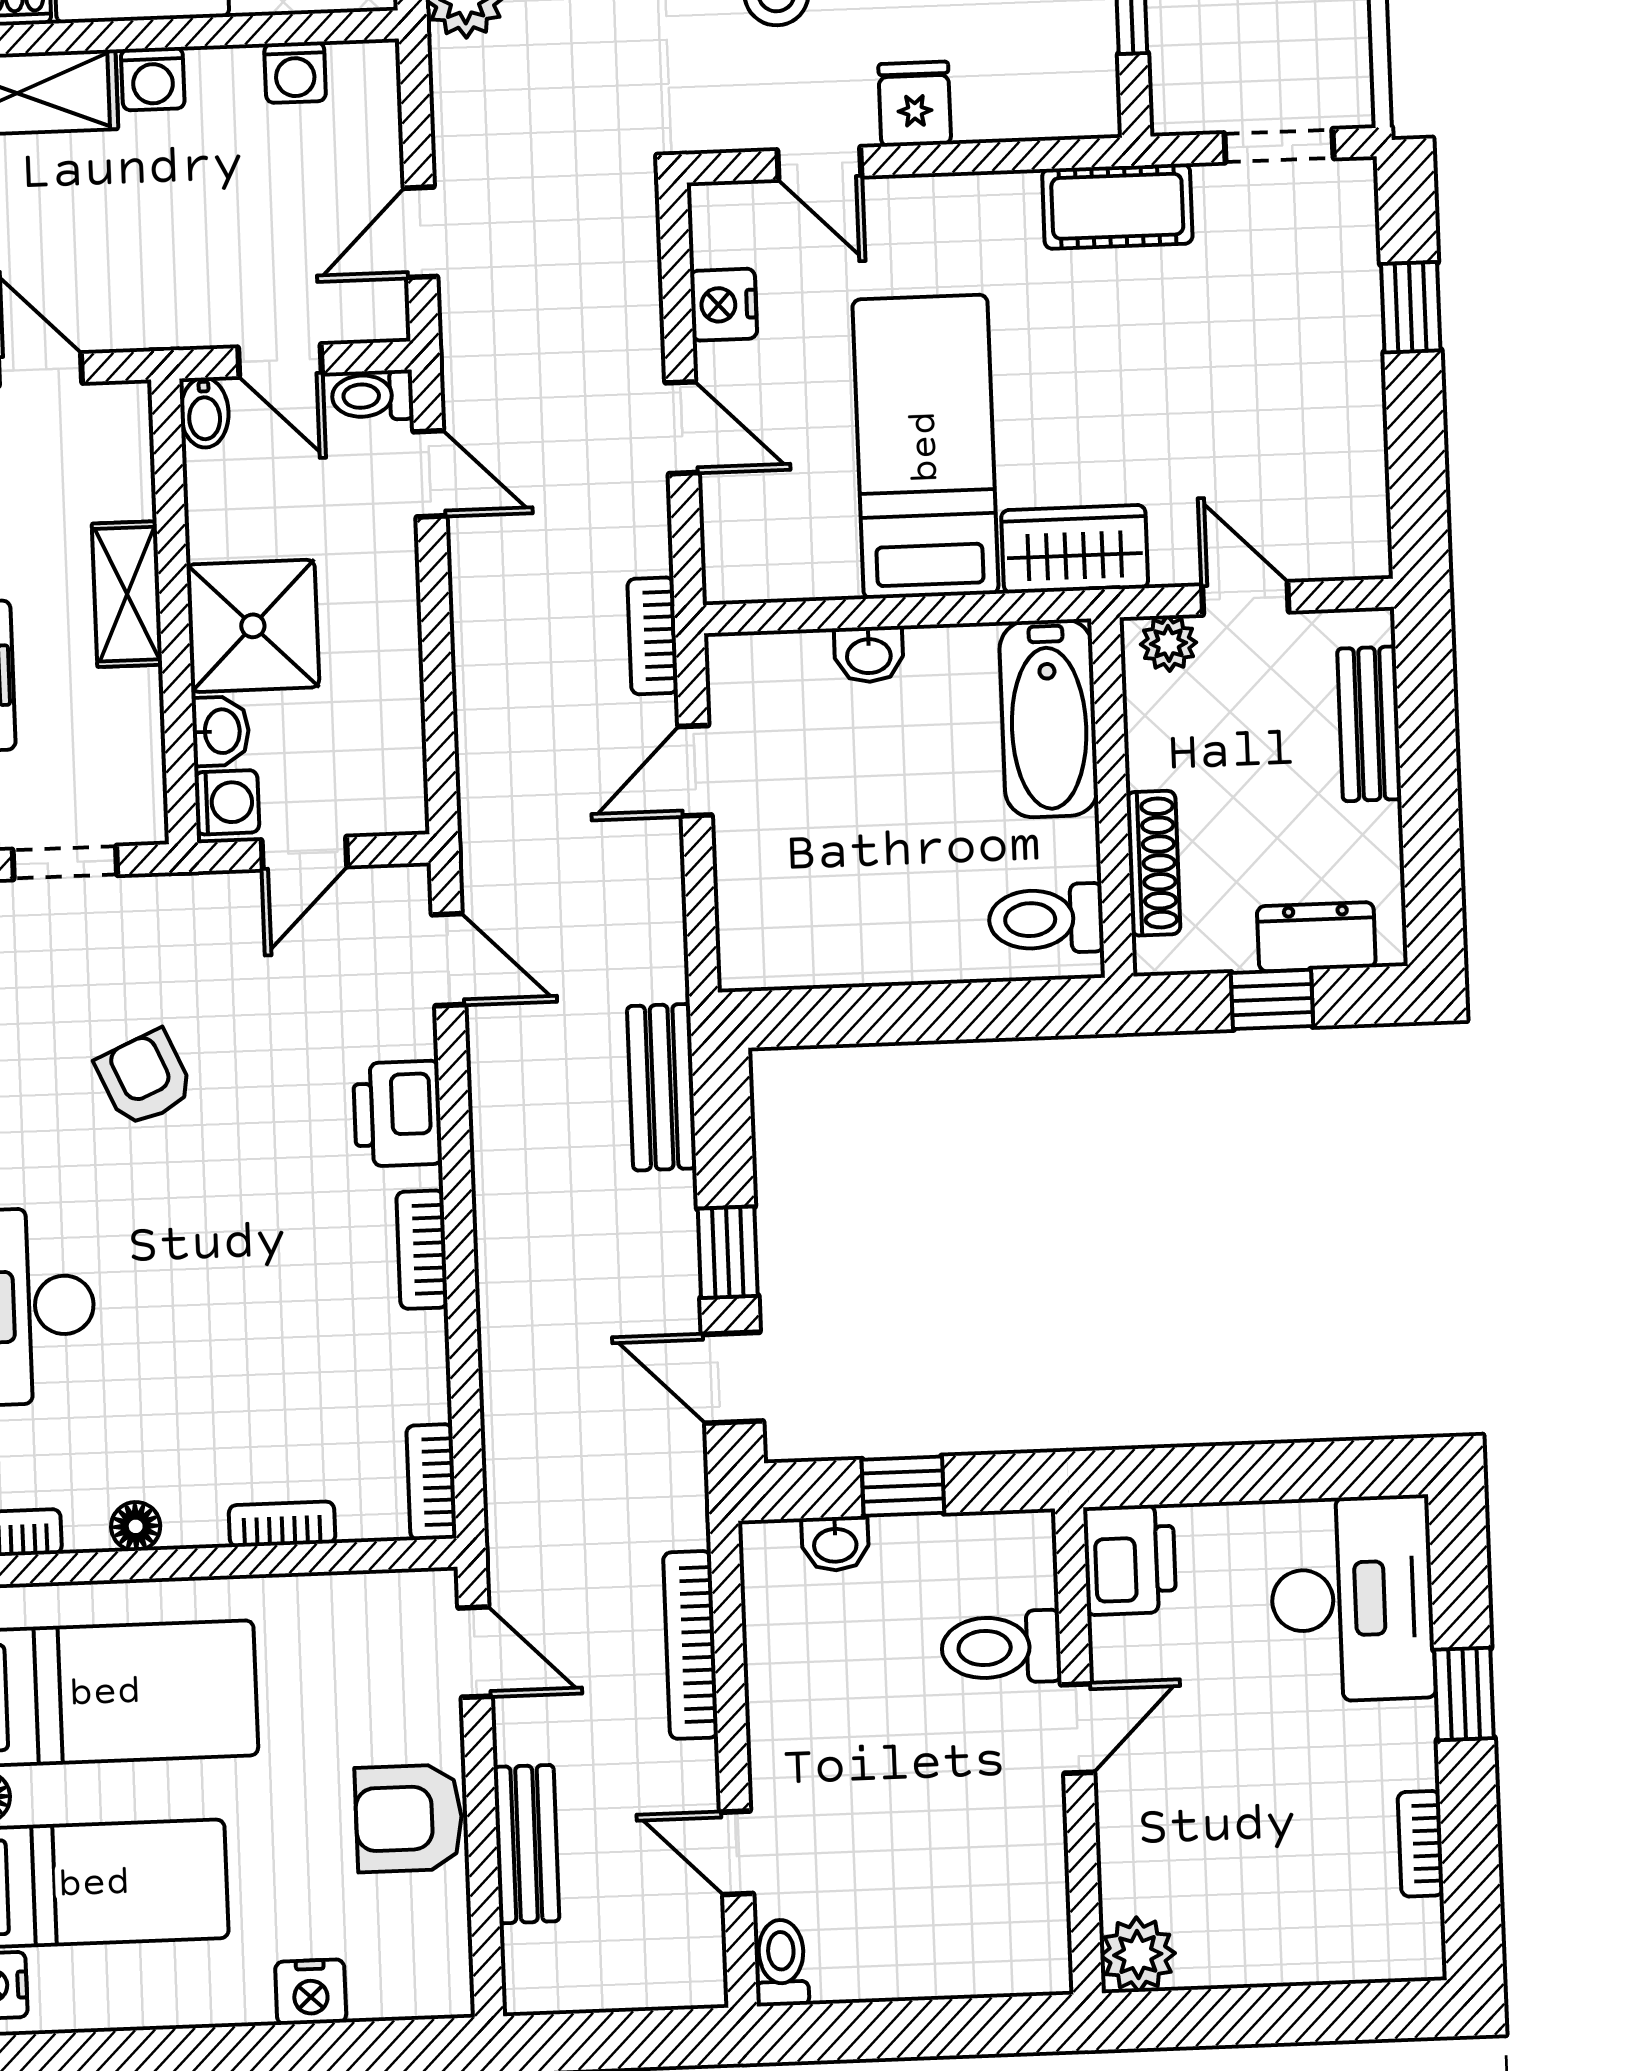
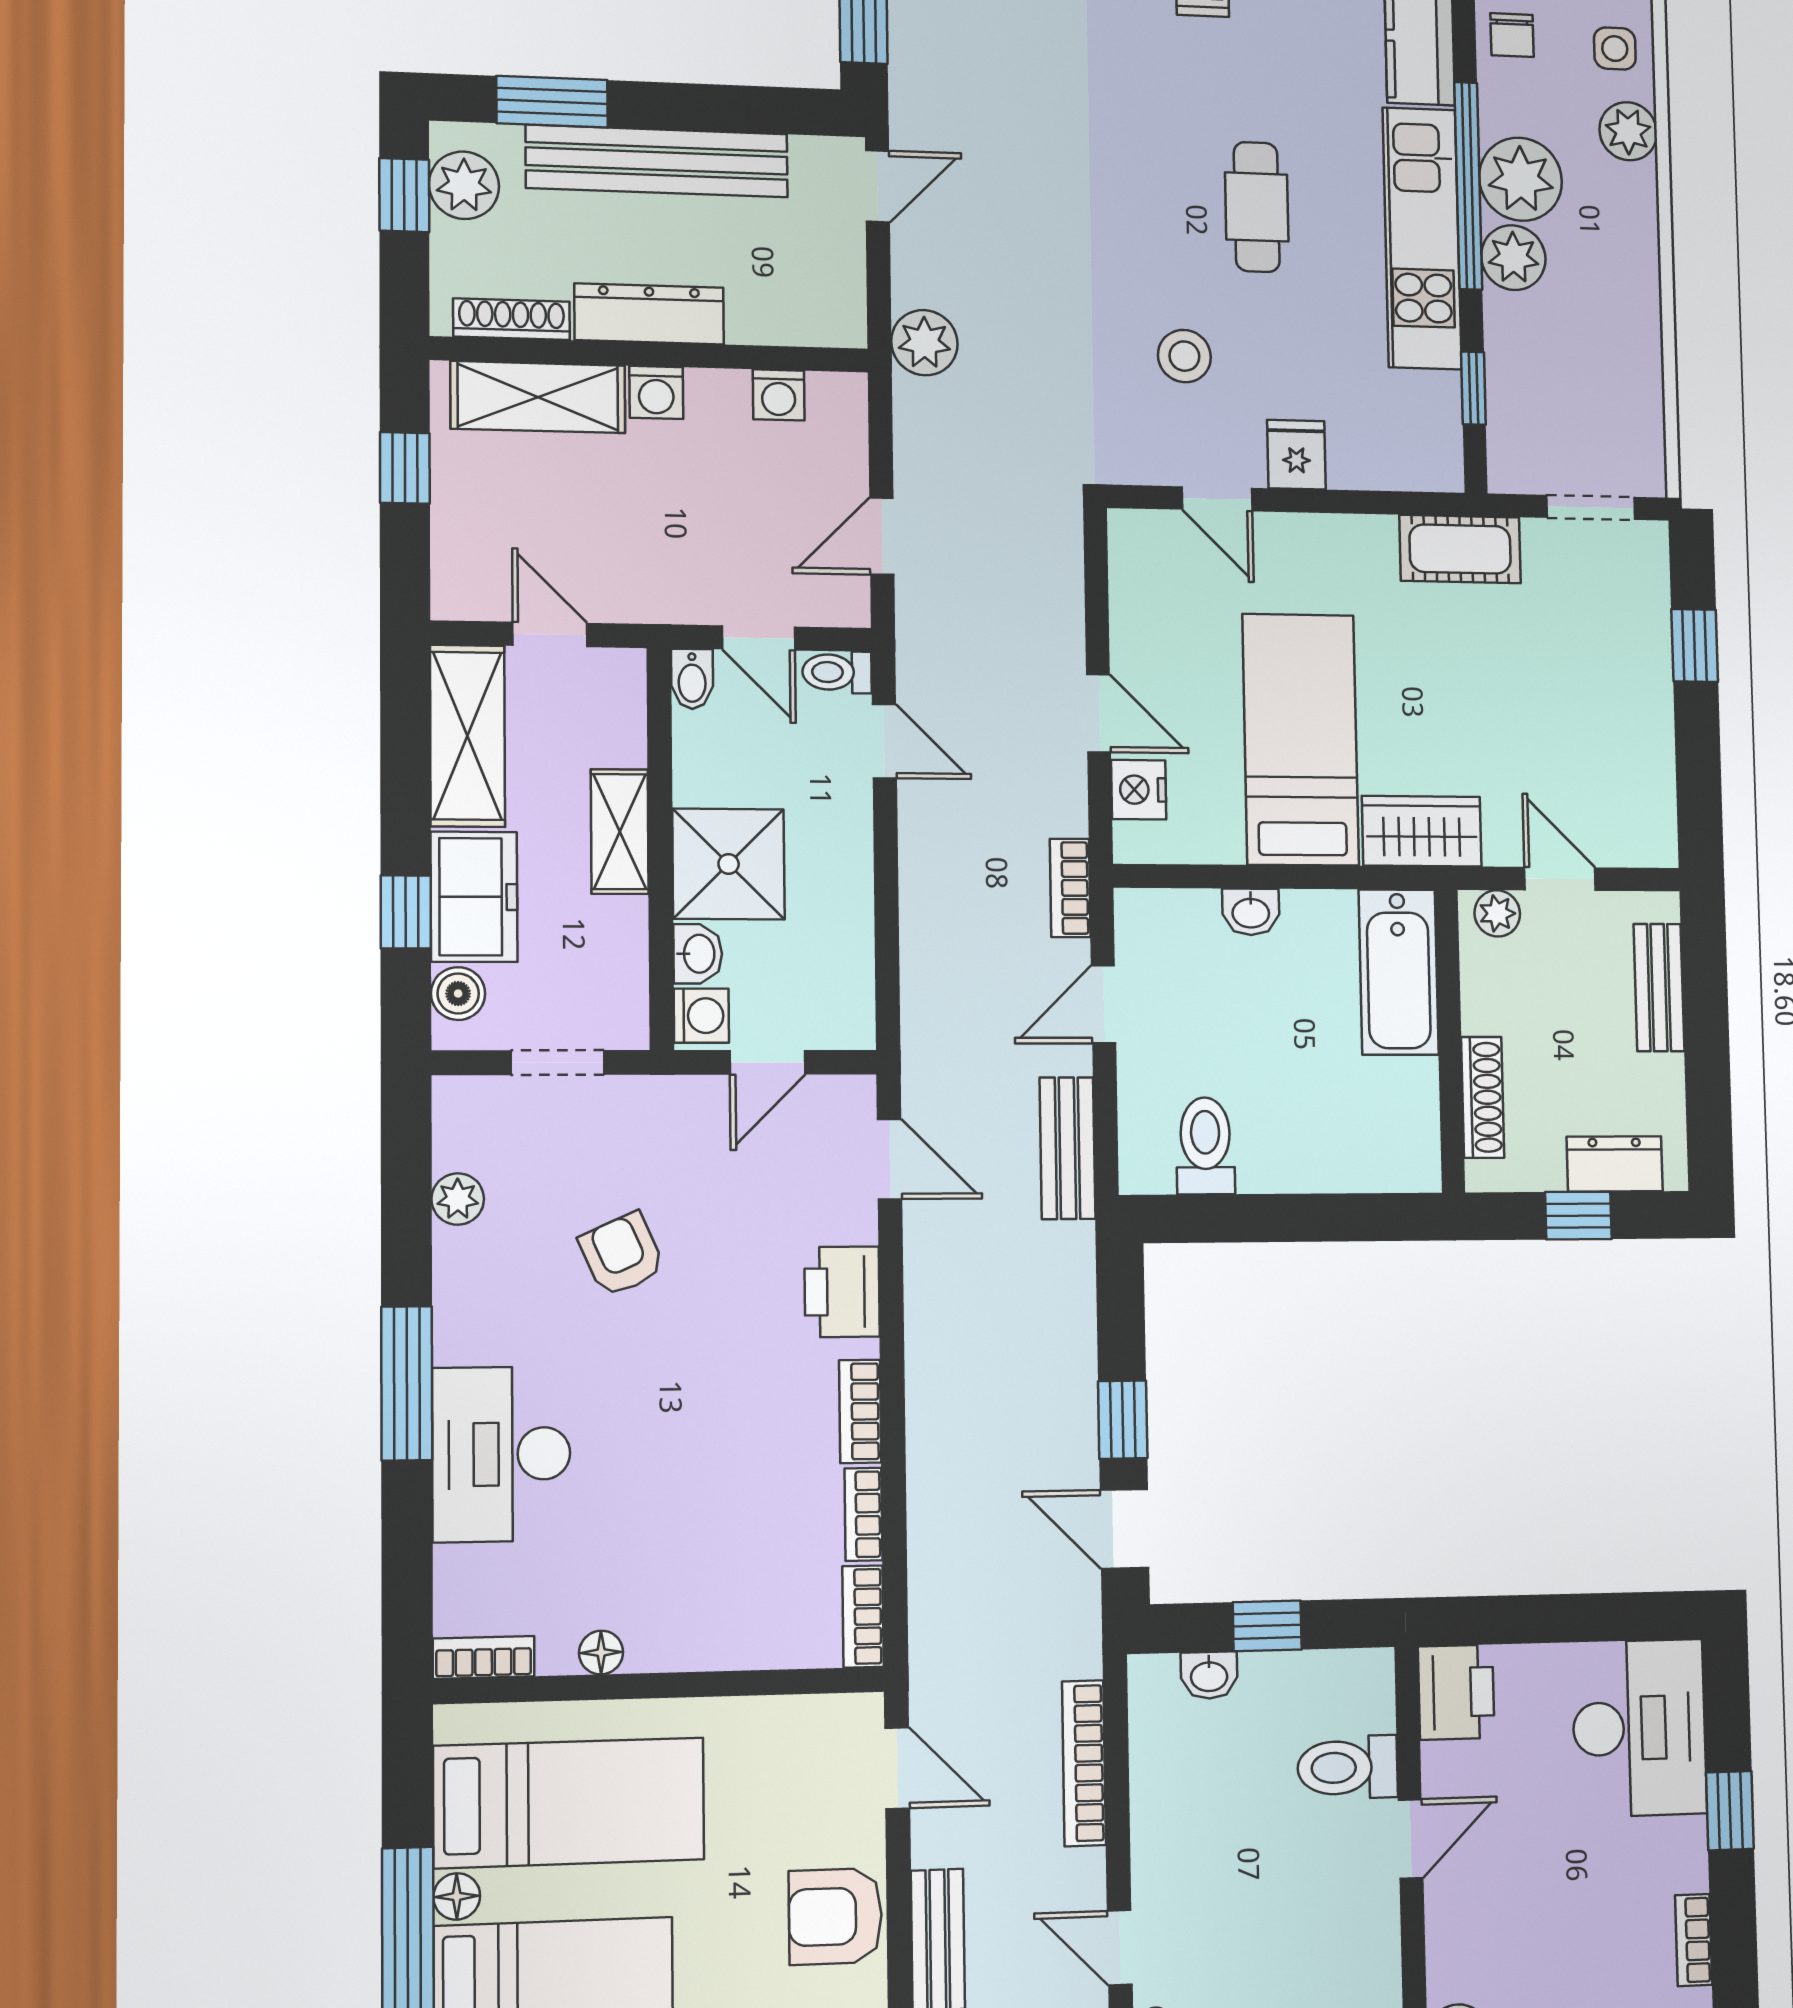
nightstand: (724, 305) -> (1139, 790), moved
toilet: (1046, 919) -> (1205, 1146), moved, turned 90
bench: (662, 1087) -> (1067, 1148), moved
bookcase: (282, 1524) -> (863, 1514), moved, turned -90

